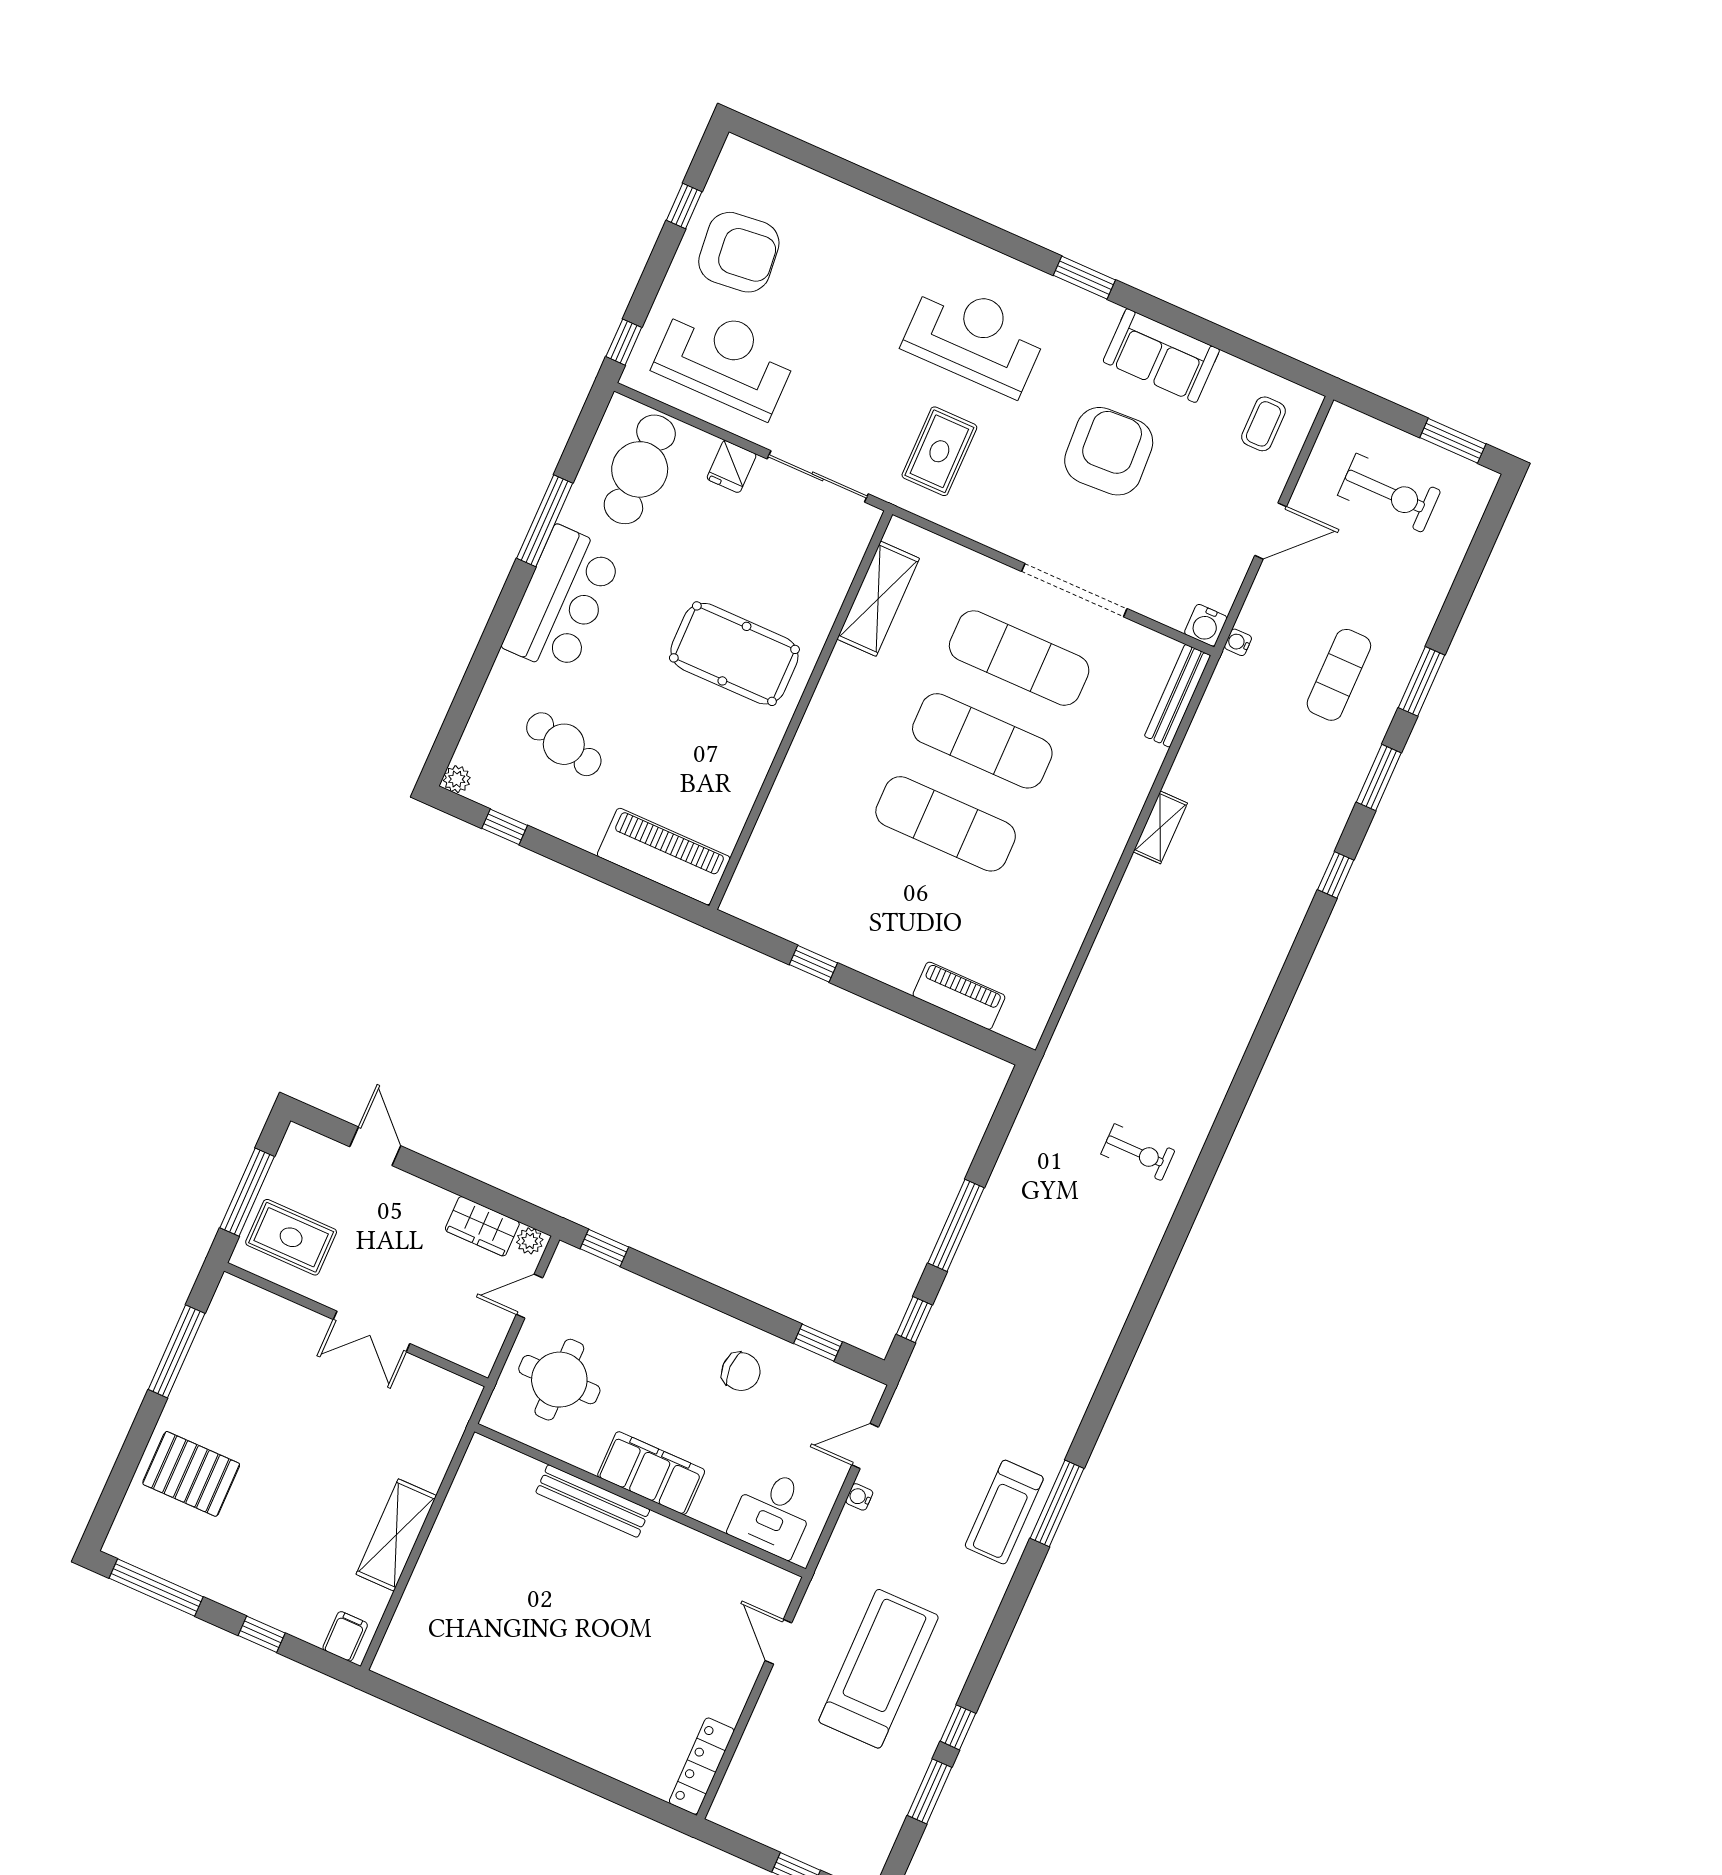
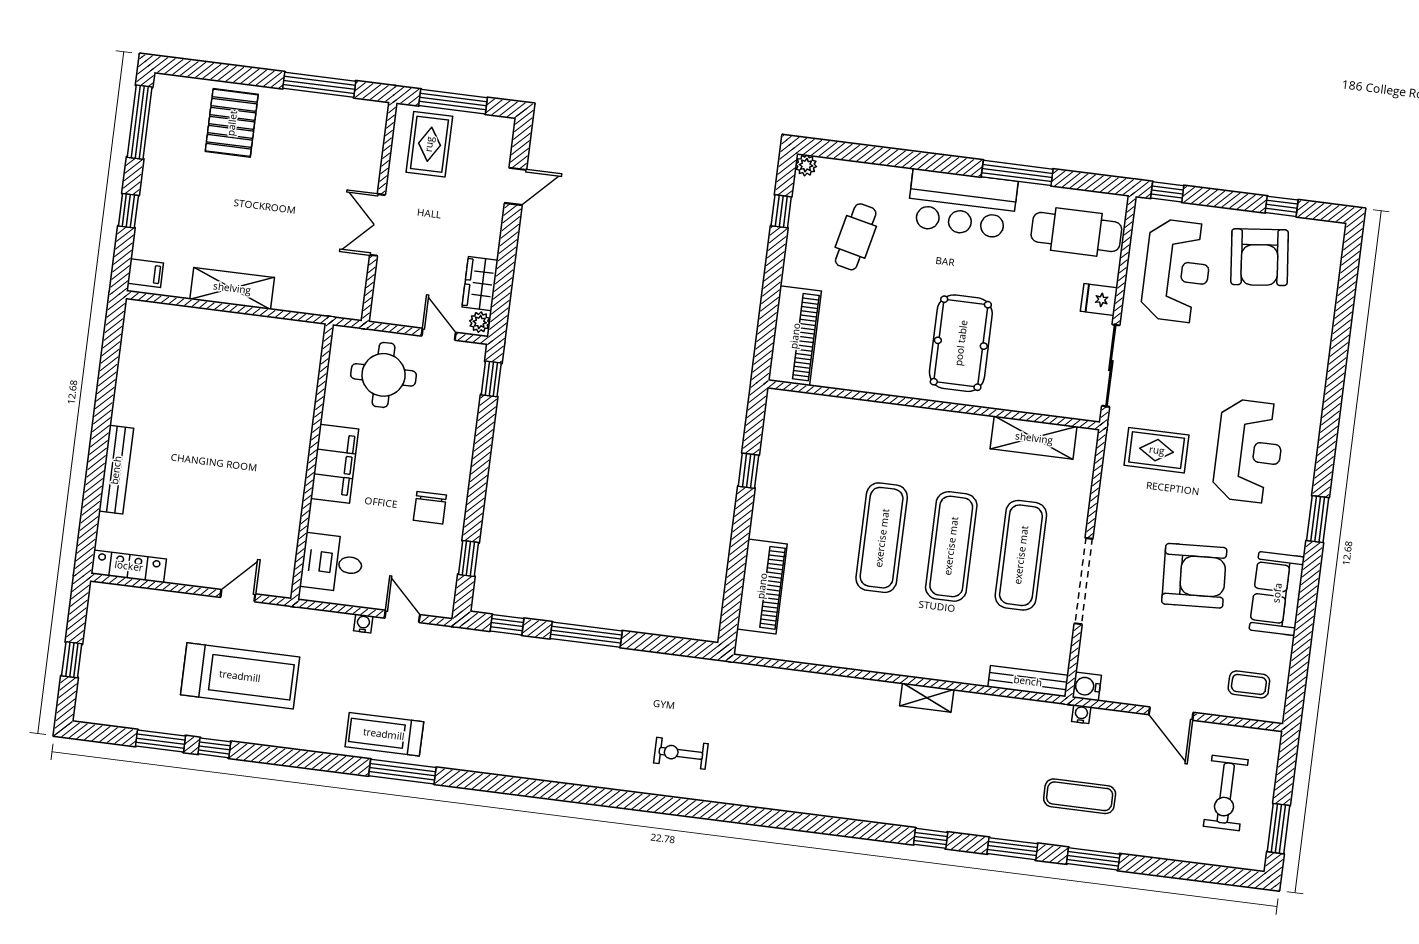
piano: (959, 996) -> (762, 586), width x1.37, depth x1.33
exercise bike: (1138, 1152) -> (681, 753), turned 90
bench: (593, 1501) -> (116, 470), moved

